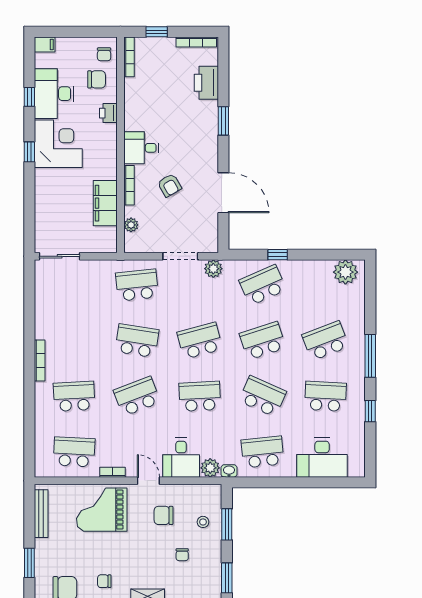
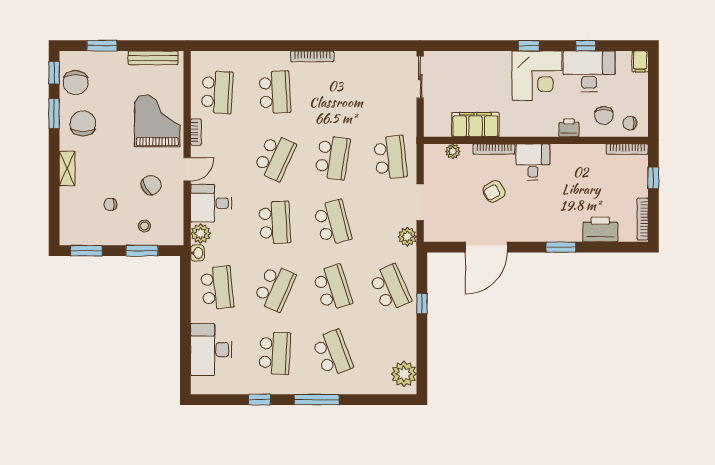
school desk: (137, 396) -> (275, 157), turned 45
chair: (164, 515) -> (151, 185), turned 59
chair: (104, 581) -> (83, 123), width x1.87, depth x1.87

